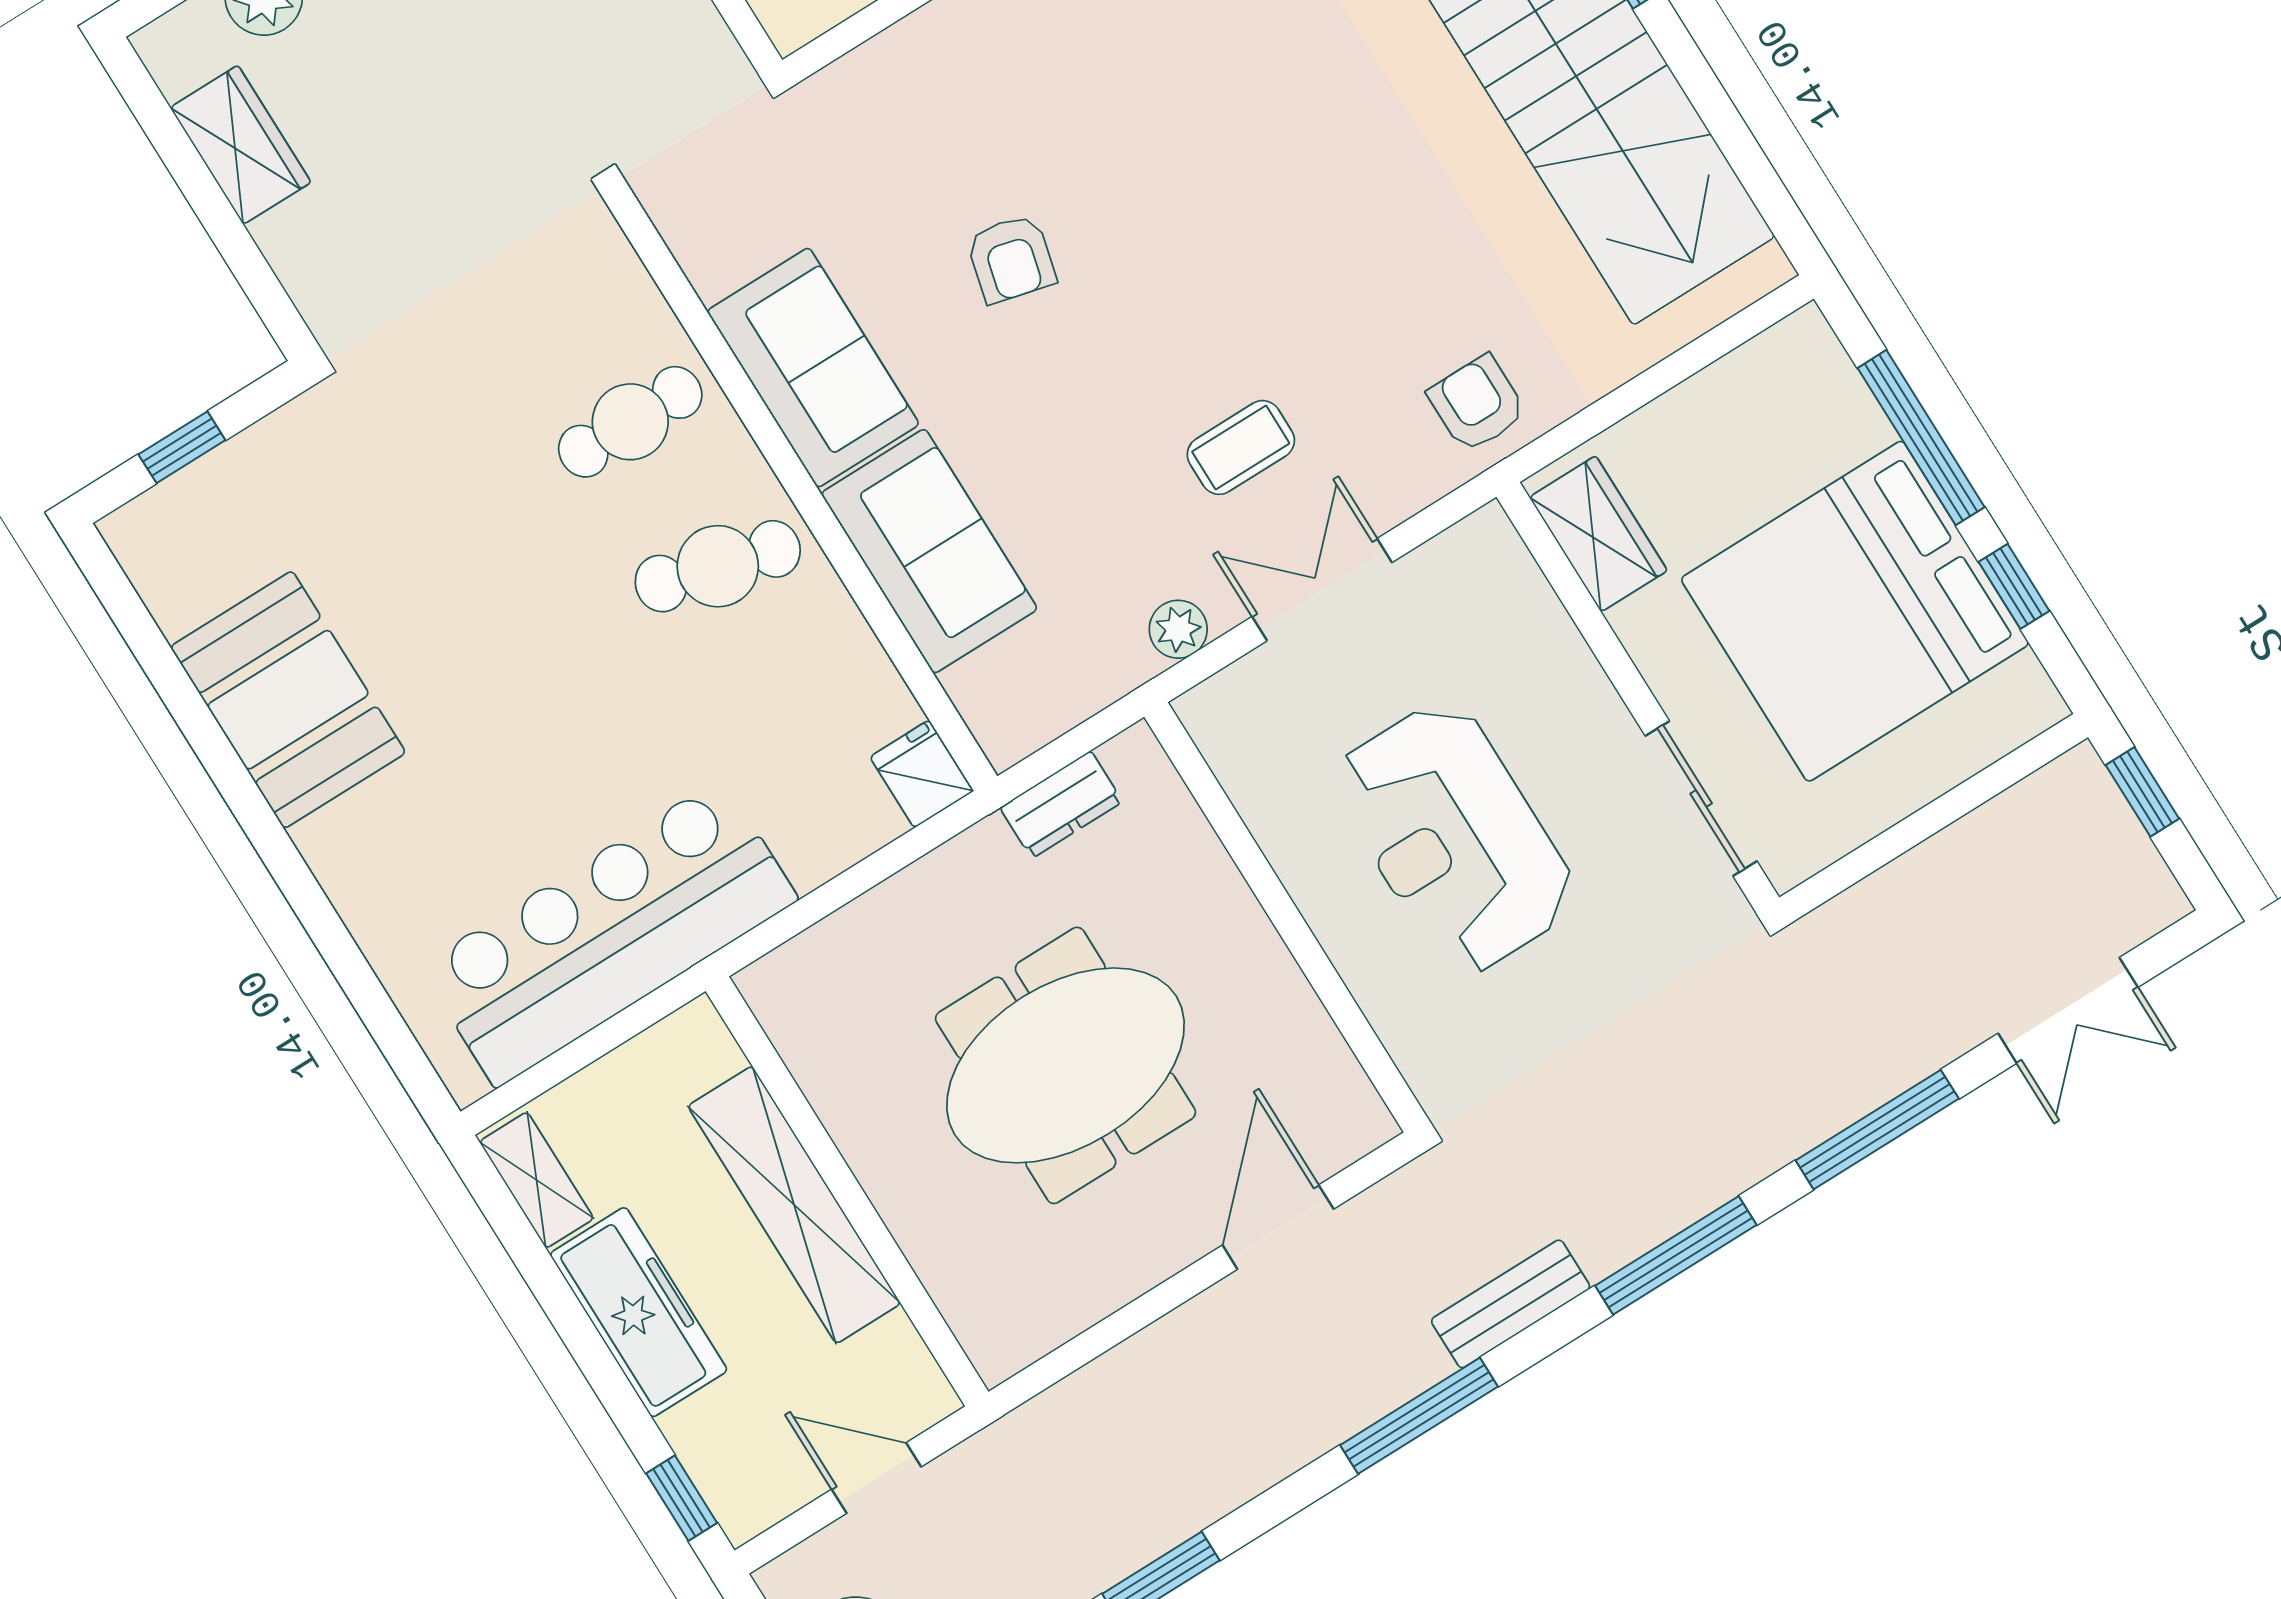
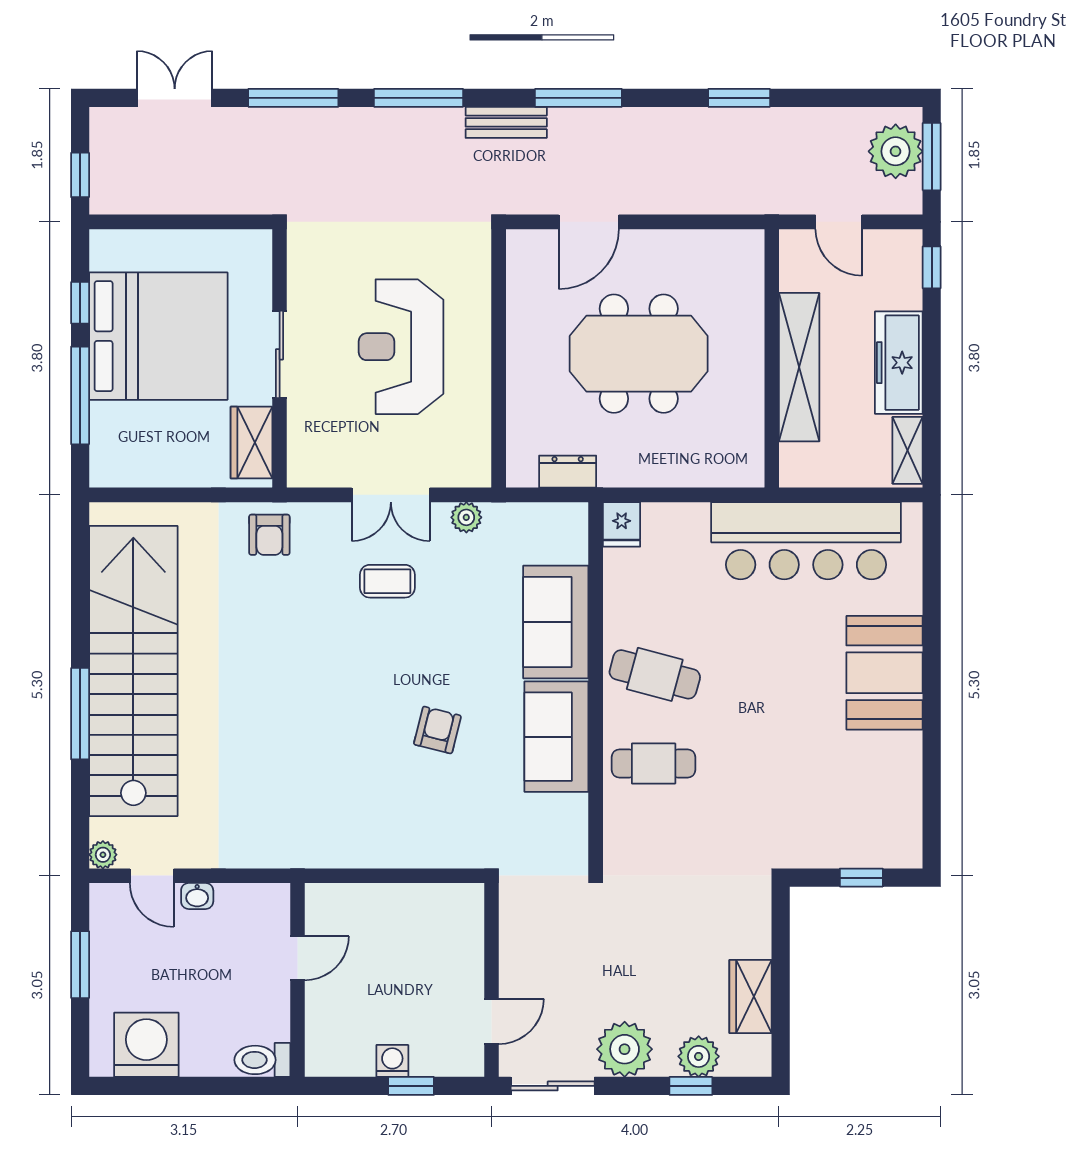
booth: (288, 700) -> (884, 673), moved
sliding door: (1701, 798) -> (280, 354), moved
reception desk: (1454, 838) -> (401, 347), turned 180

